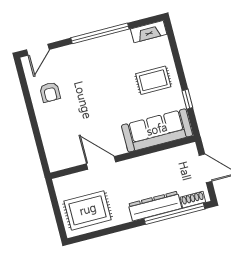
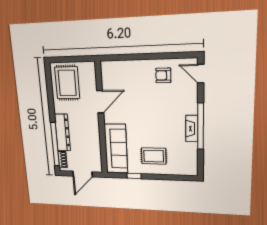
fireplace: (149, 32) -> (192, 129), moved
rug: (153, 80) -> (154, 156), turned 90

